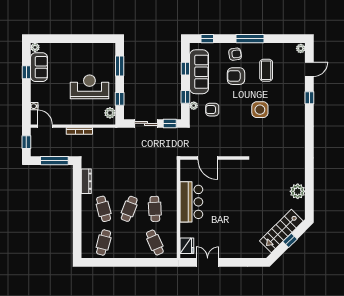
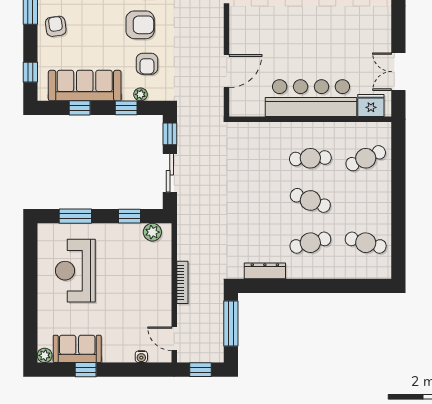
armchair: (236, 76) -> (140, 25), moved, turned -90
reception desk: (89, 87) -> (75, 271), moved
door: (45, 126) -> (174, 339), hinge flipped
bar counter: (191, 202) -> (311, 98), width x1.36

